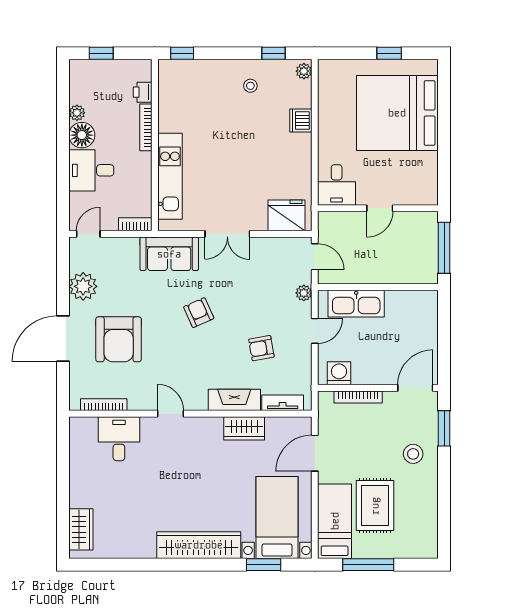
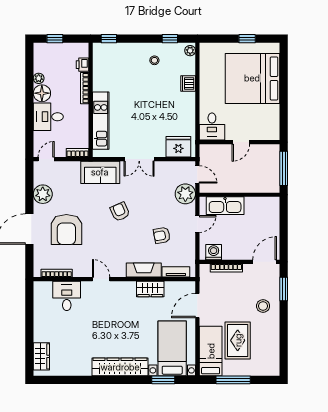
plant: (304, 293) -> (185, 194), width x1.87, depth x1.87

